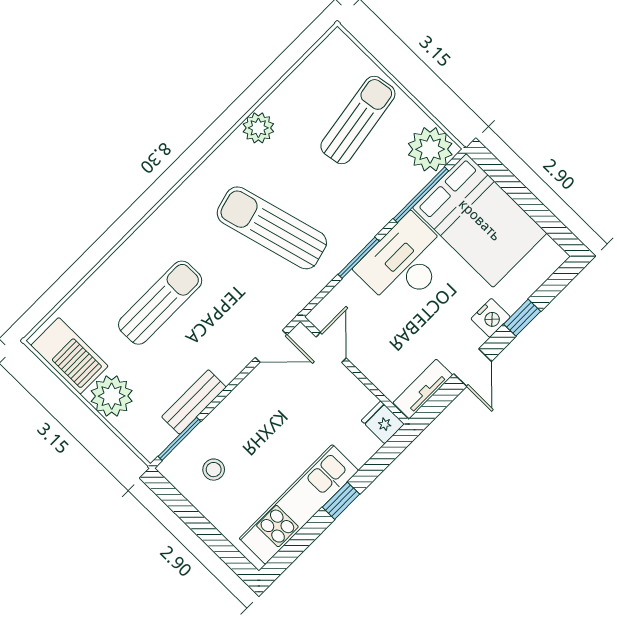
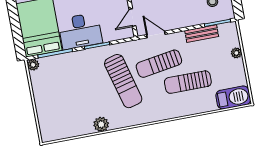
sun lounger: (358, 120) -> (159, 64), moved
plant: (430, 149) -> (33, 65), width x0.53, depth x0.53
barbecue: (69, 356) -> (233, 97), moved, turned 90
plant: (112, 396) -> (236, 53), width x0.53, depth x0.53

